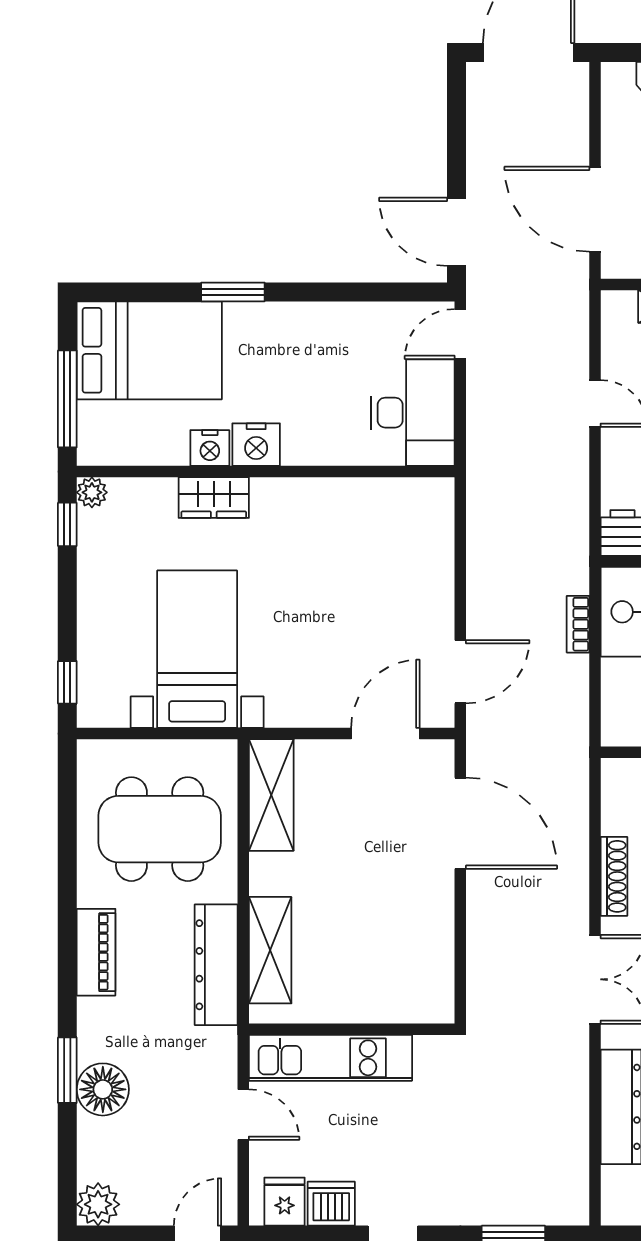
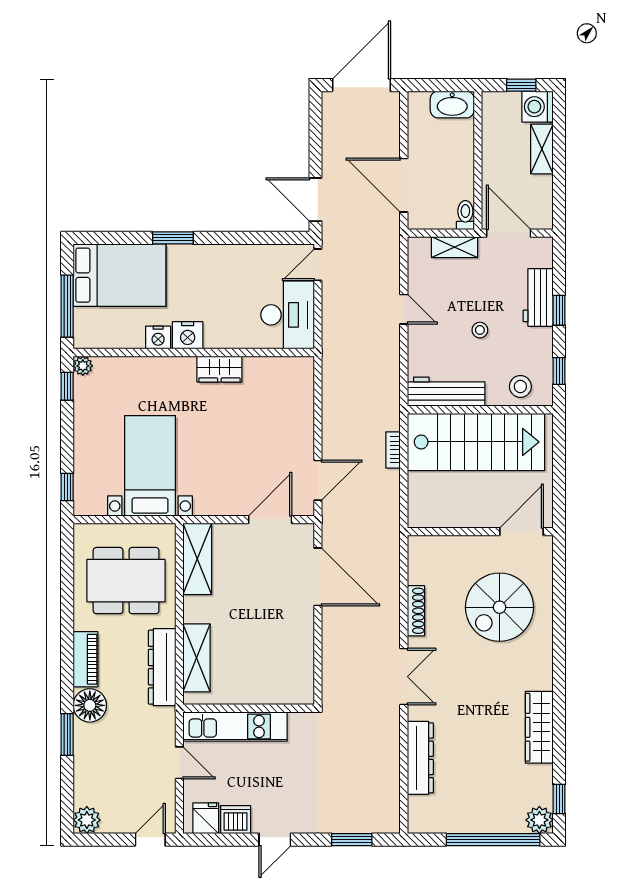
wardrobe: (214, 498) -> (219, 369), moved
floor lamp: (103, 1089) -> (90, 705), moved

